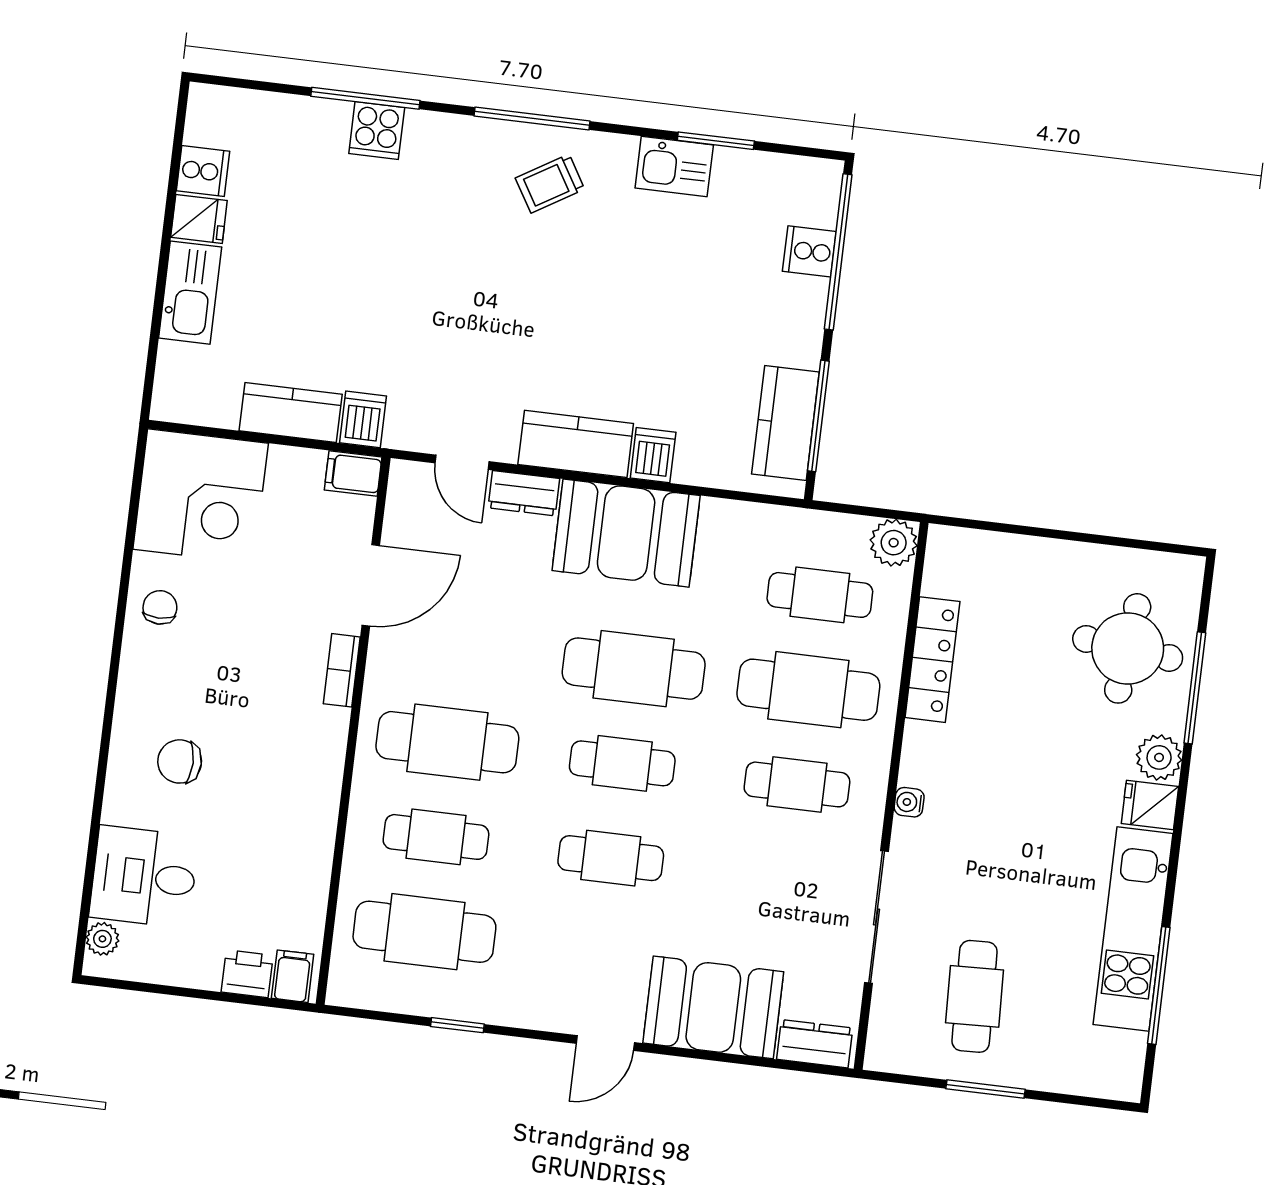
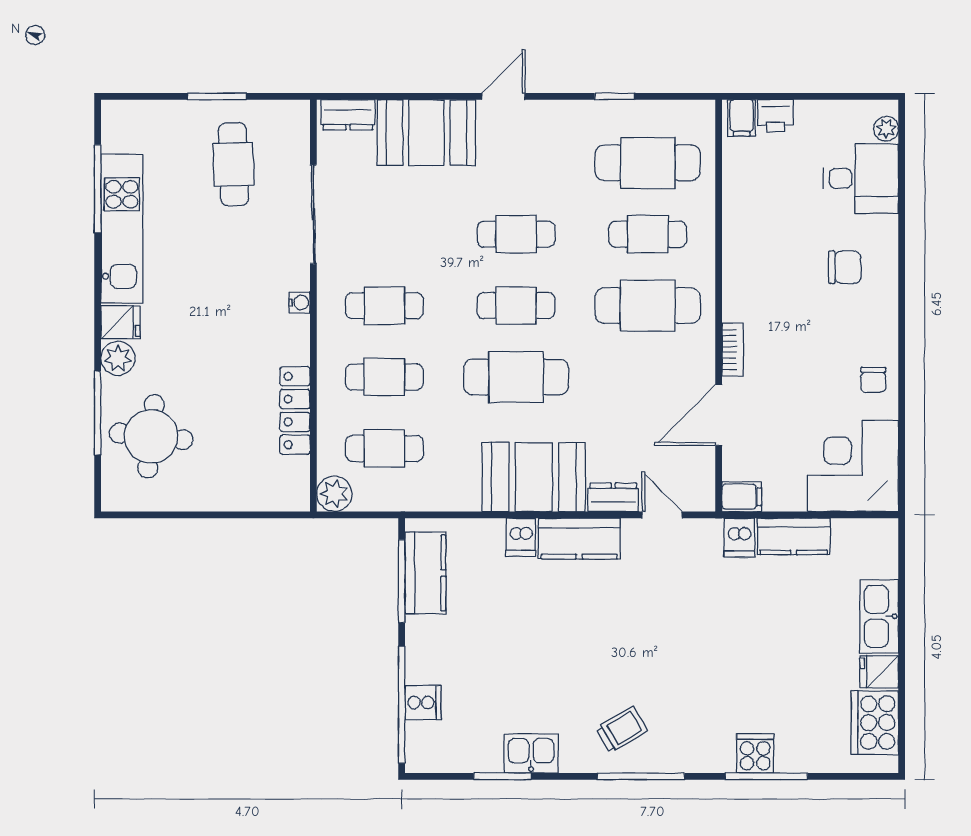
cooker: (203, 171) -> (875, 723), width x1.87, depth x1.31
cafe table: (808, 690) -> (384, 377), width x0.73, depth x0.74

